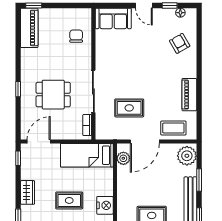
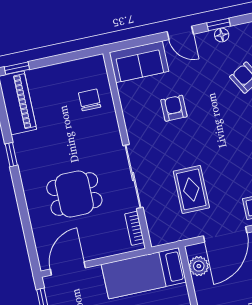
floor lamp: (180, 13) -> (222, 35), moved
armchair: (129, 53) -> (174, 108), added
window: (18, 89) -> (11, 155), moved
rug: (129, 108) -> (191, 189), turned 90

